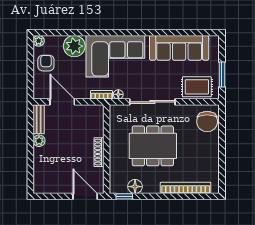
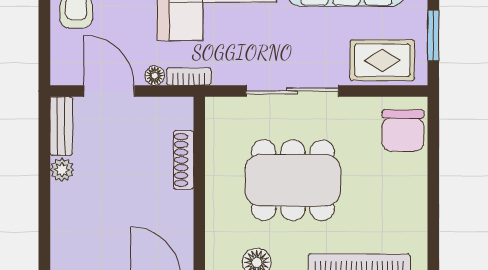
floor lamp: (118, 94) -> (155, 76), moved
shoe rack: (99, 152) -> (184, 160), moved

